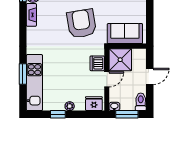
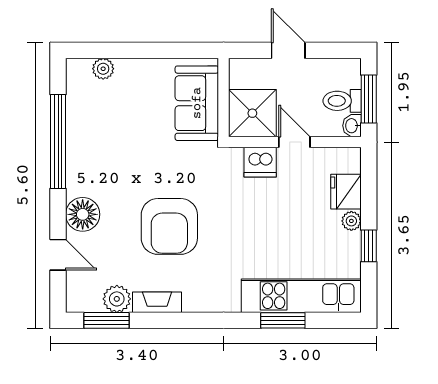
armchair: (81, 24) -> (169, 226), moved, turned -81
toilet: (141, 102) -> (342, 101), moved
fridge: (94, 104) -> (346, 192), moved

